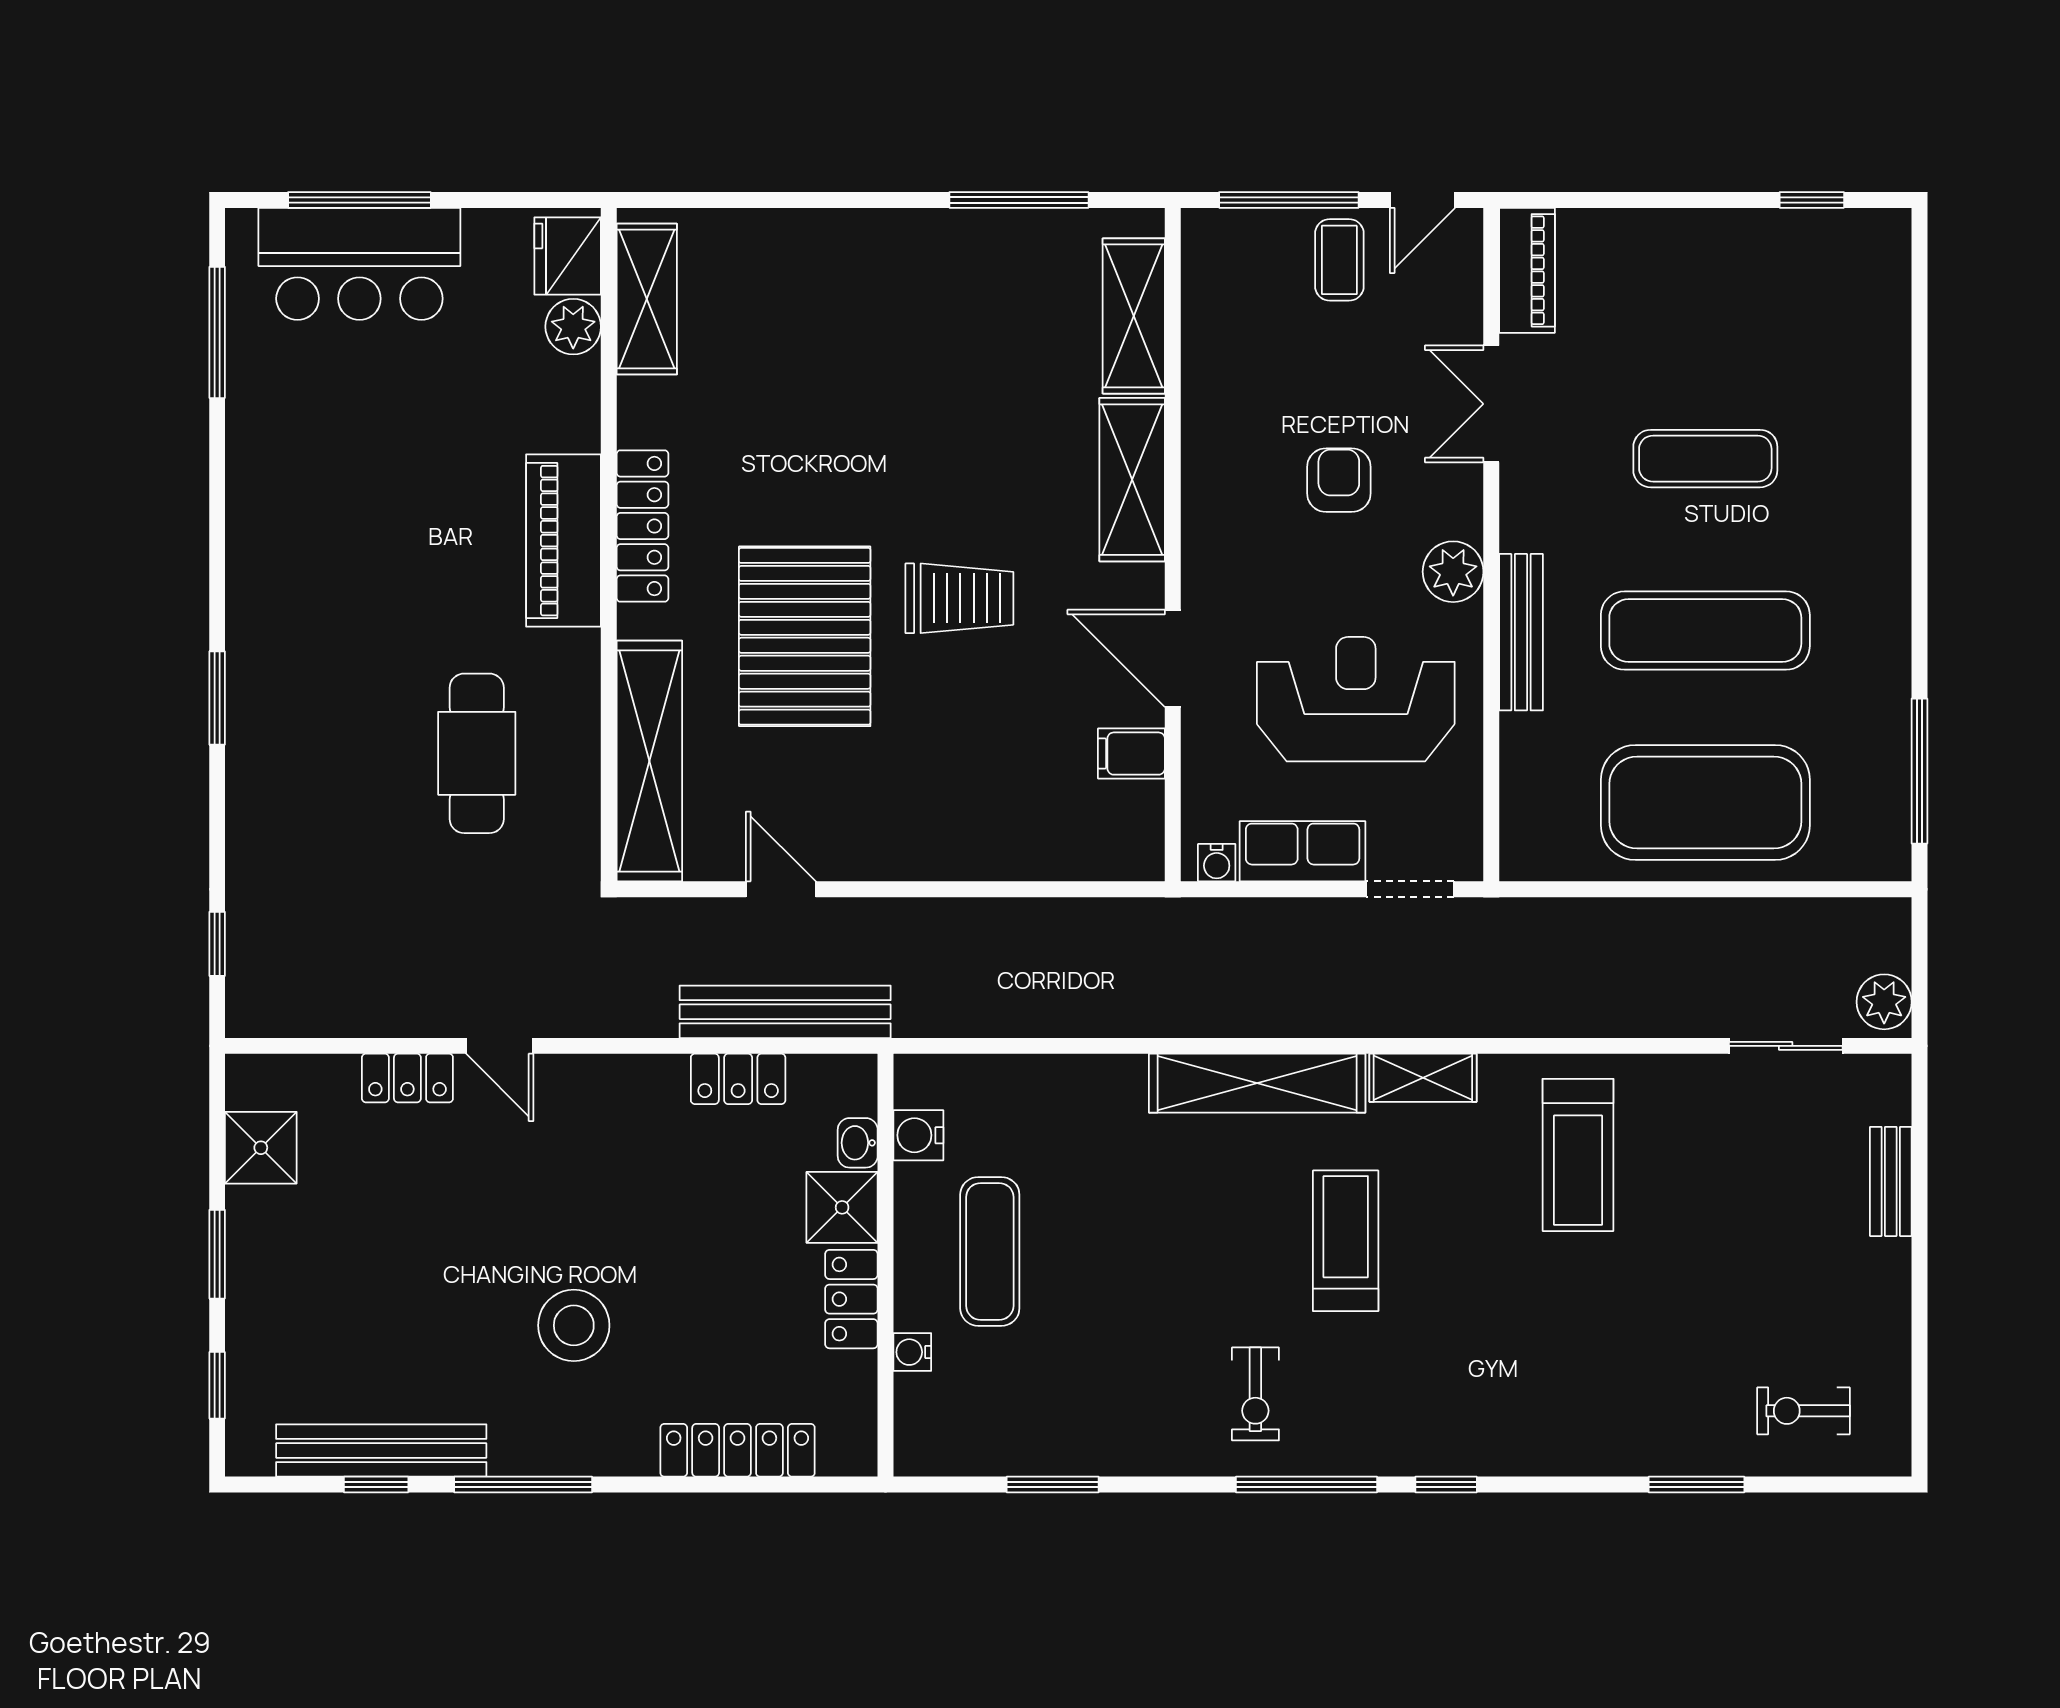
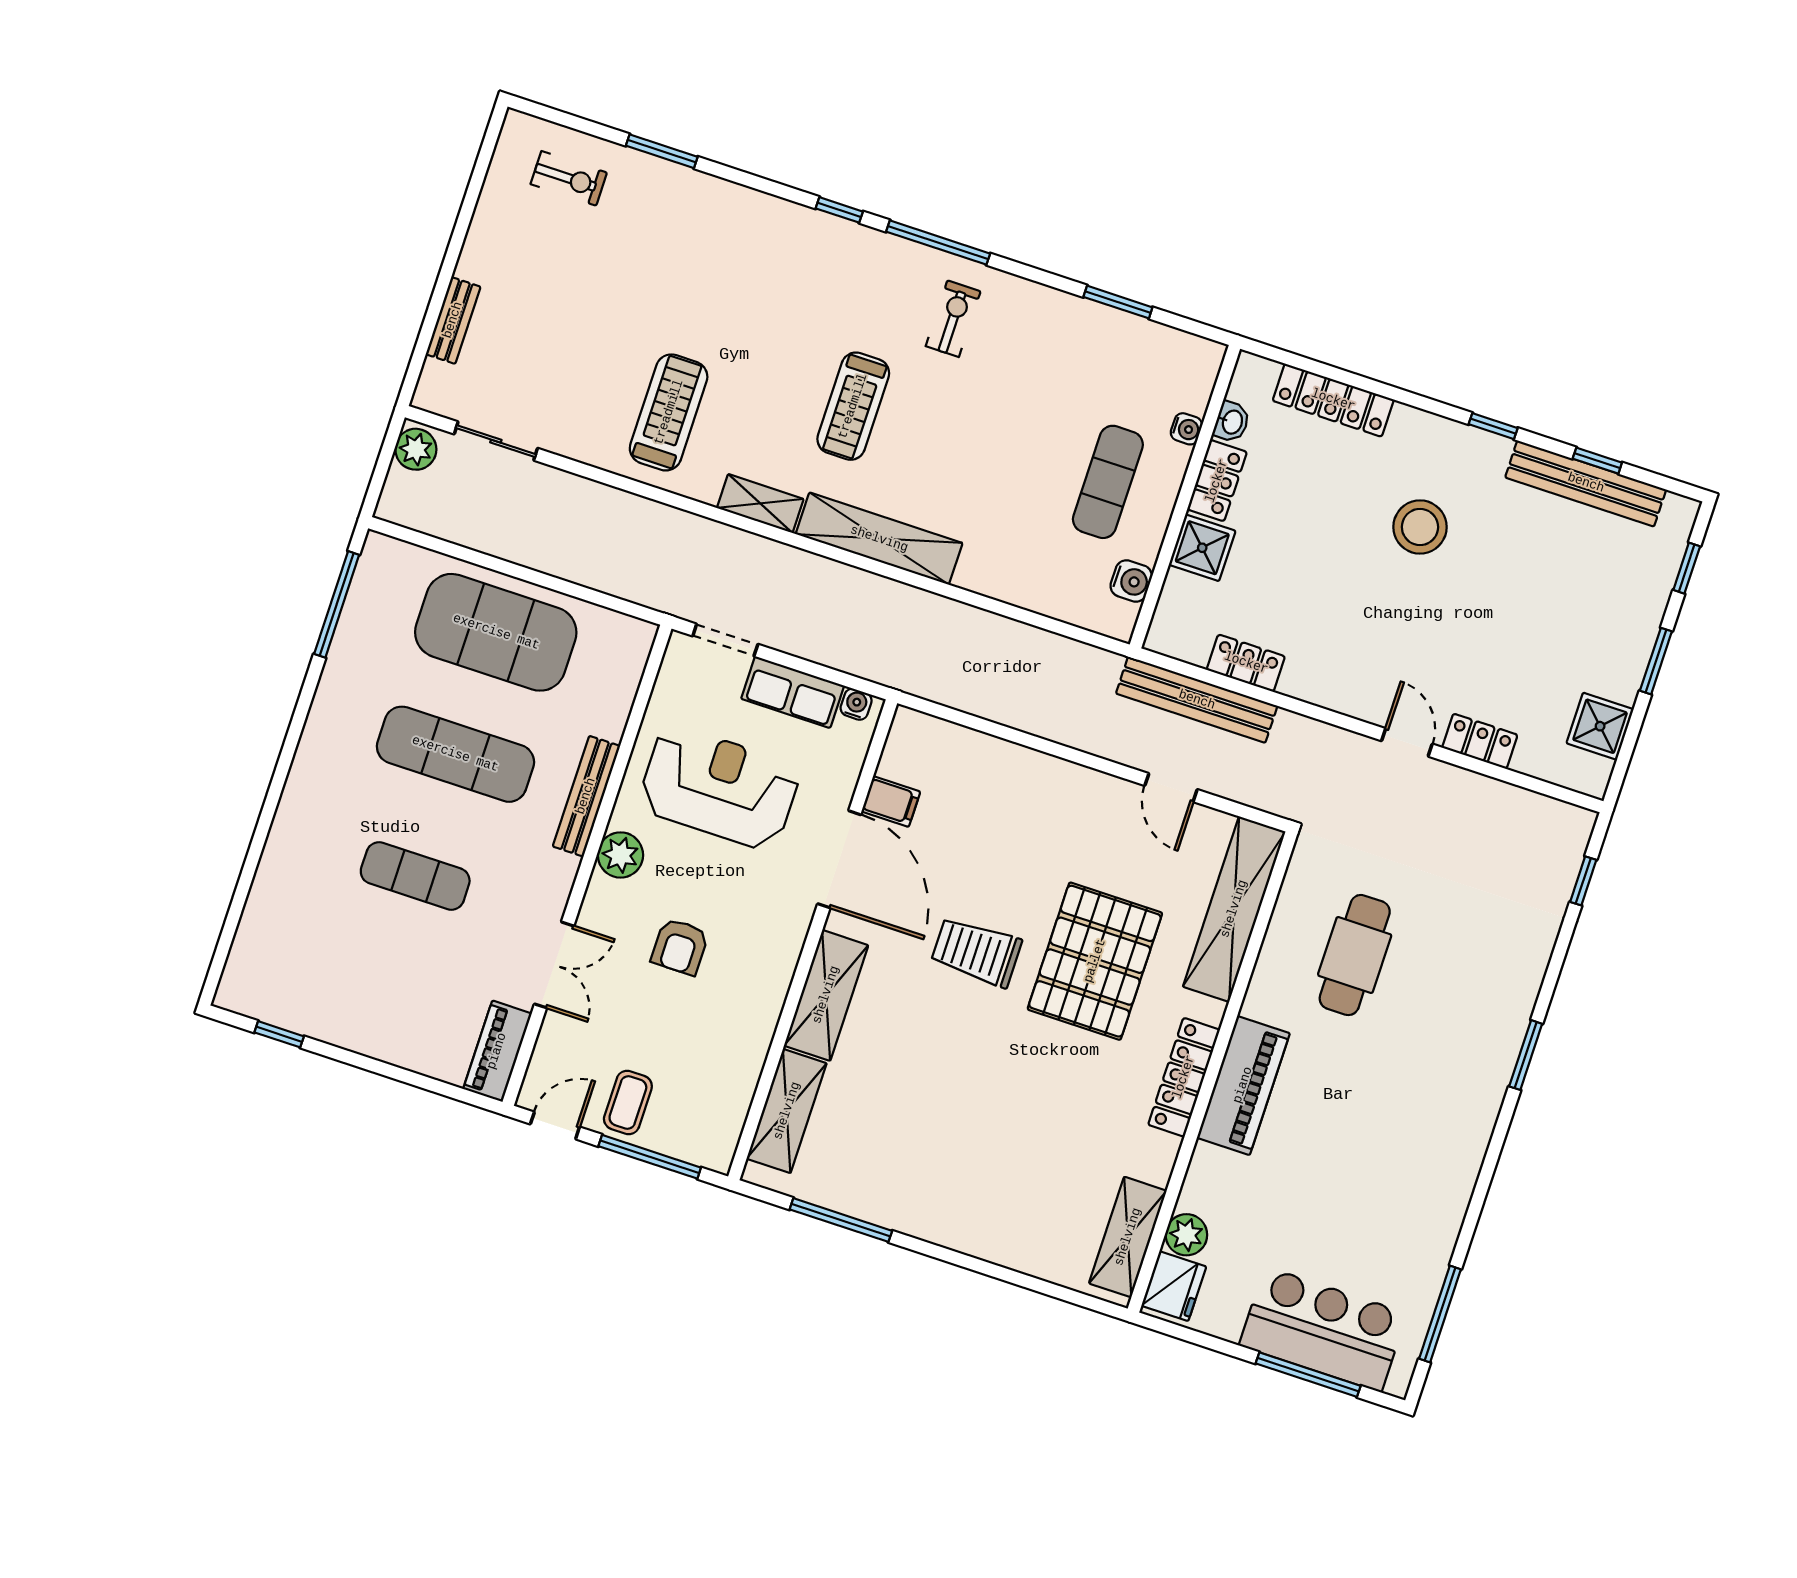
door: (1173, 658) -> (839, 859), width x1.36
reception desk: (1356, 699) -> (719, 787), turned 180
washbasin: (858, 1143) -> (1232, 422), moved
window: (523, 1484) -> (1493, 426), width x0.46

